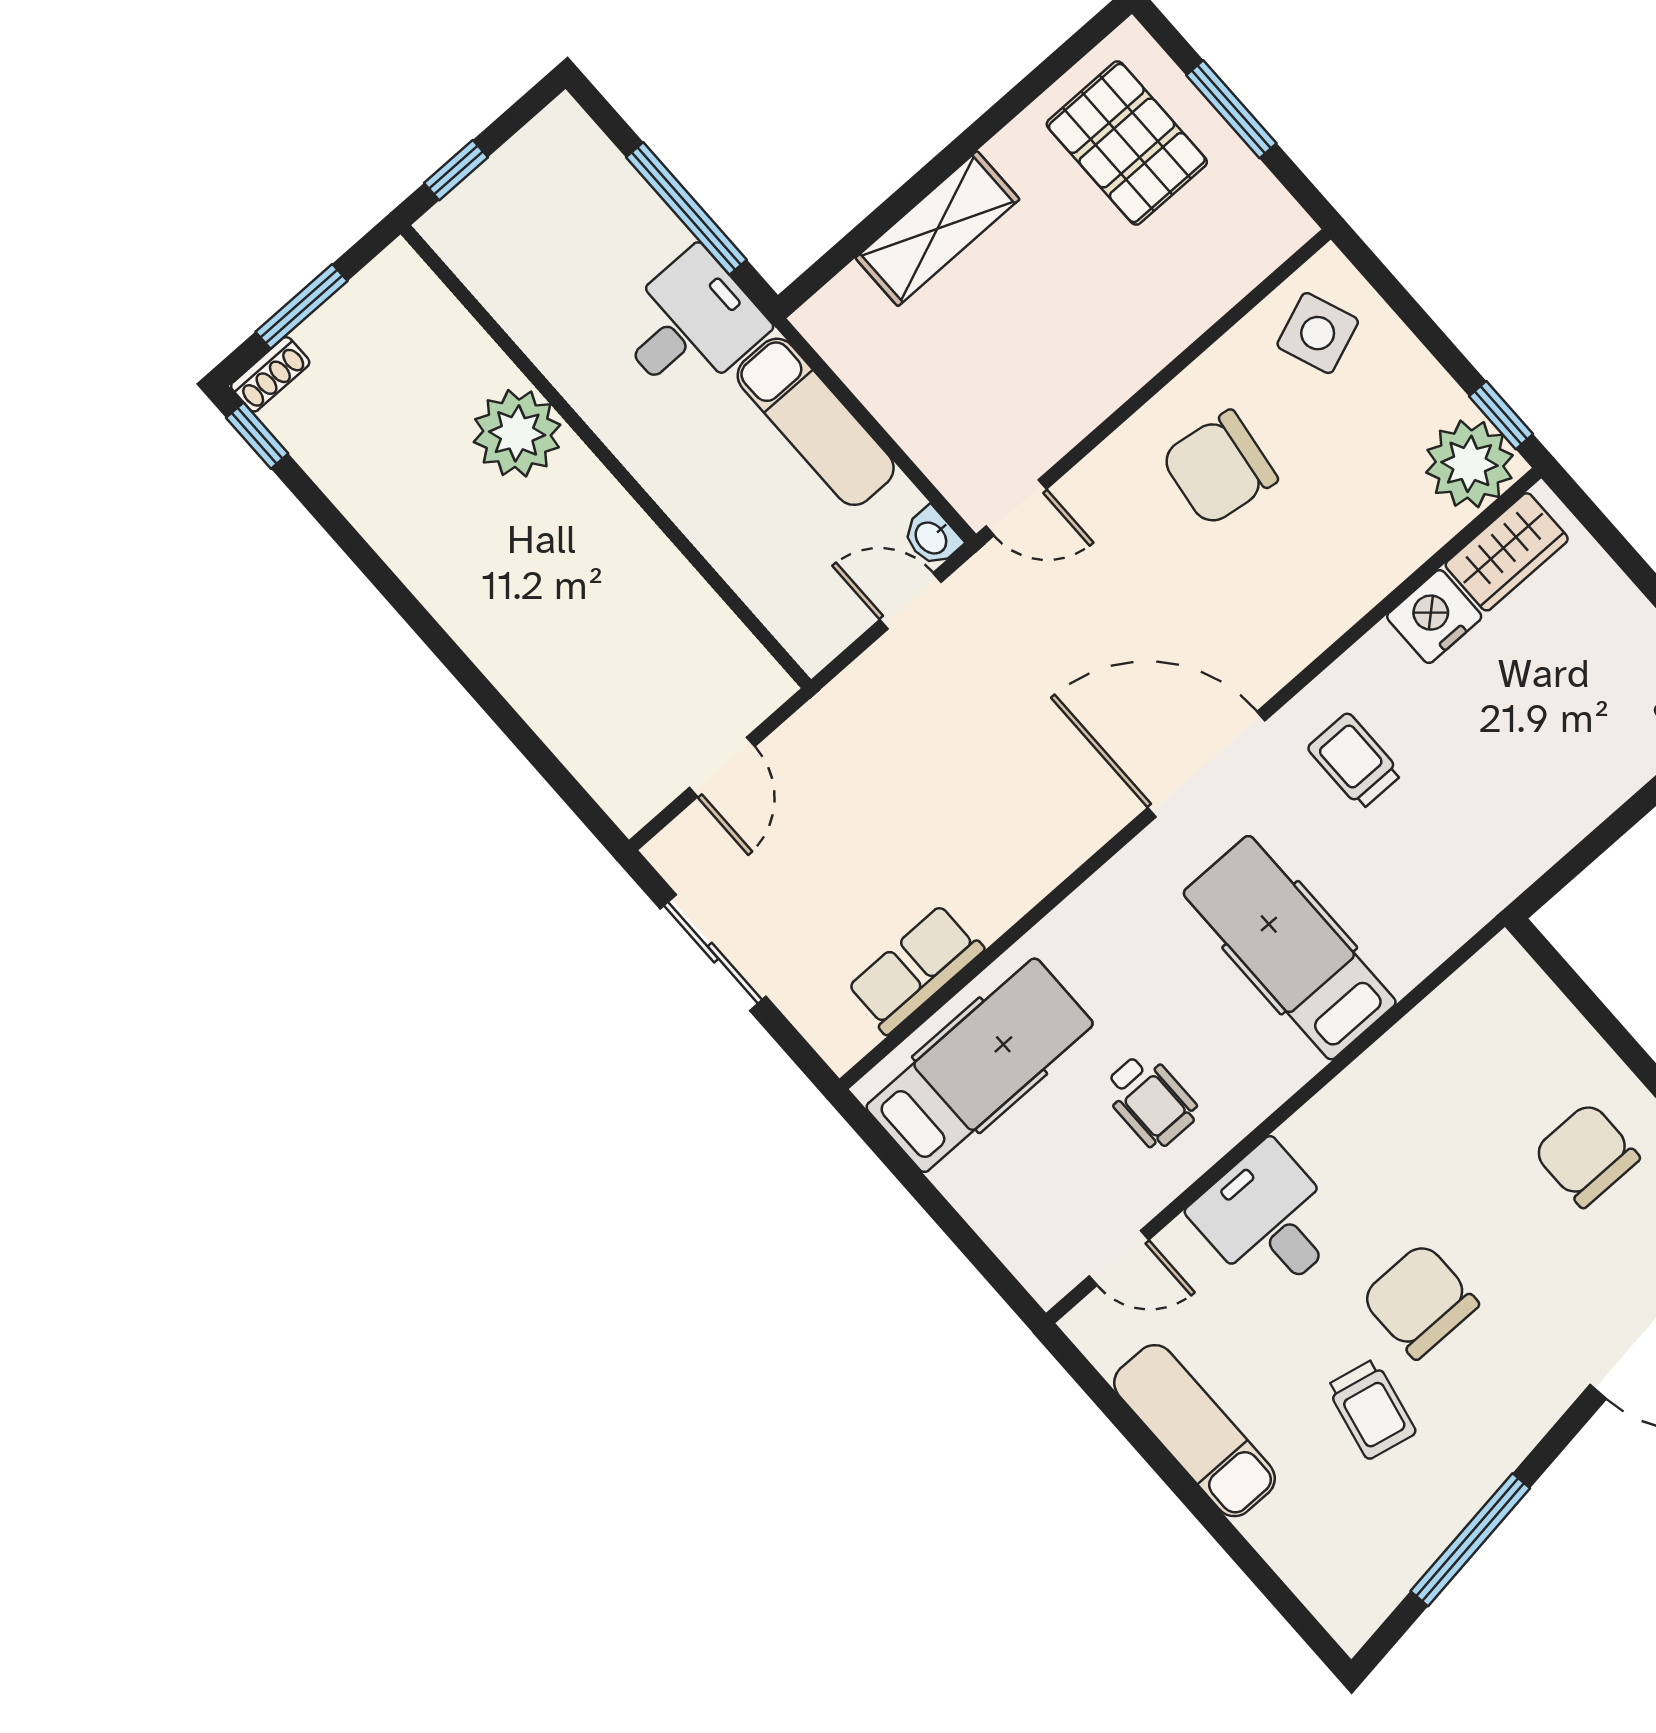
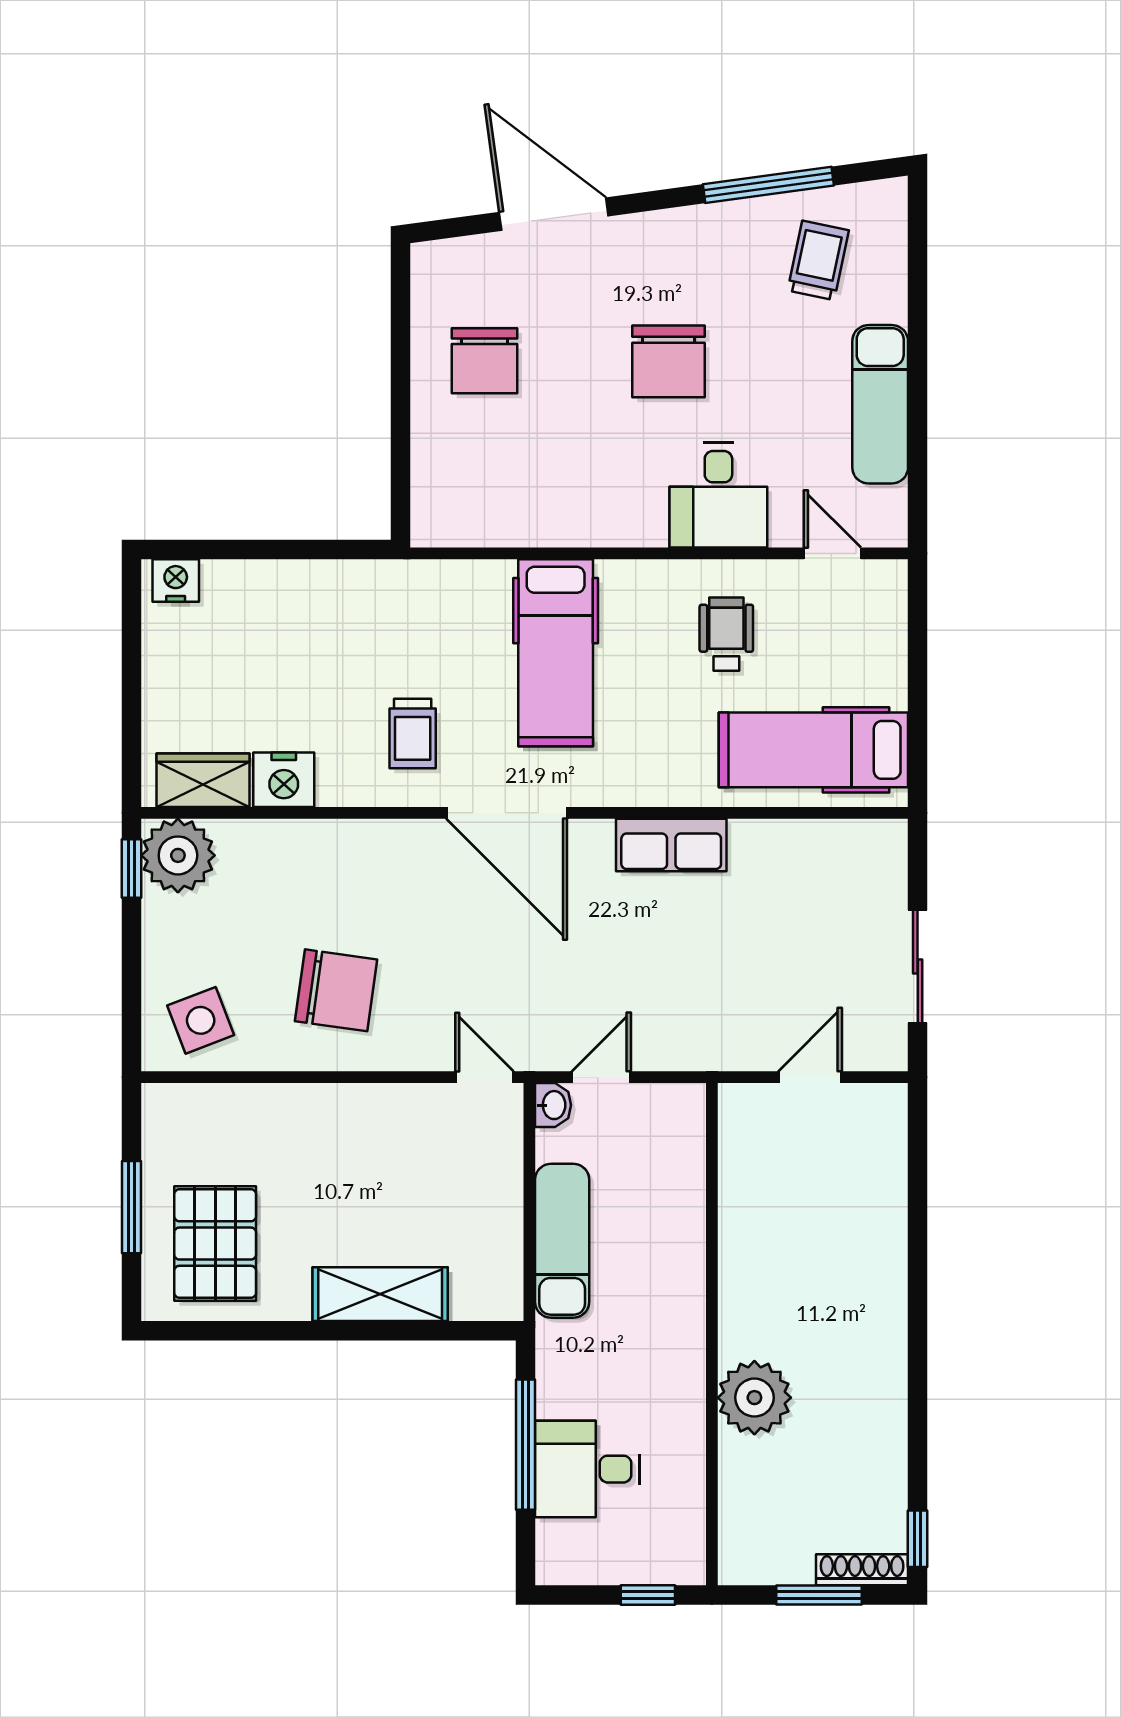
desk: (690, 325) -> (587, 1469), moved
shoe rack: (270, 374) -> (862, 1570), width x1.43
door: (910, 601) -> (601, 1077), swing flipped
row of seats: (915, 969) -> (671, 845), moved
trolley: (1371, 1409) -> (818, 260), moved

